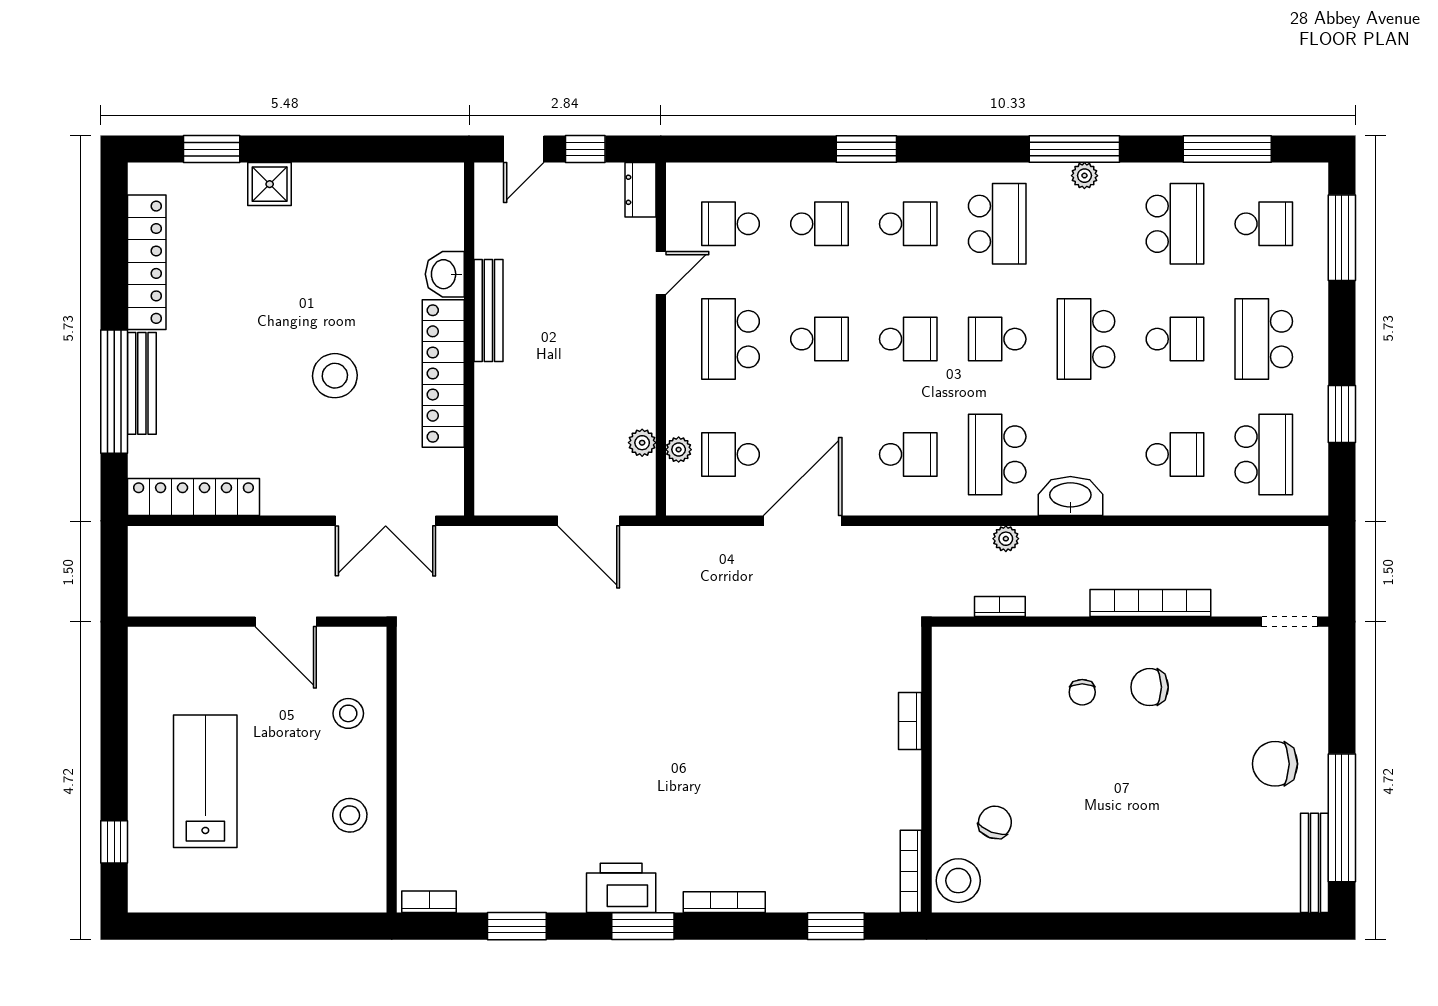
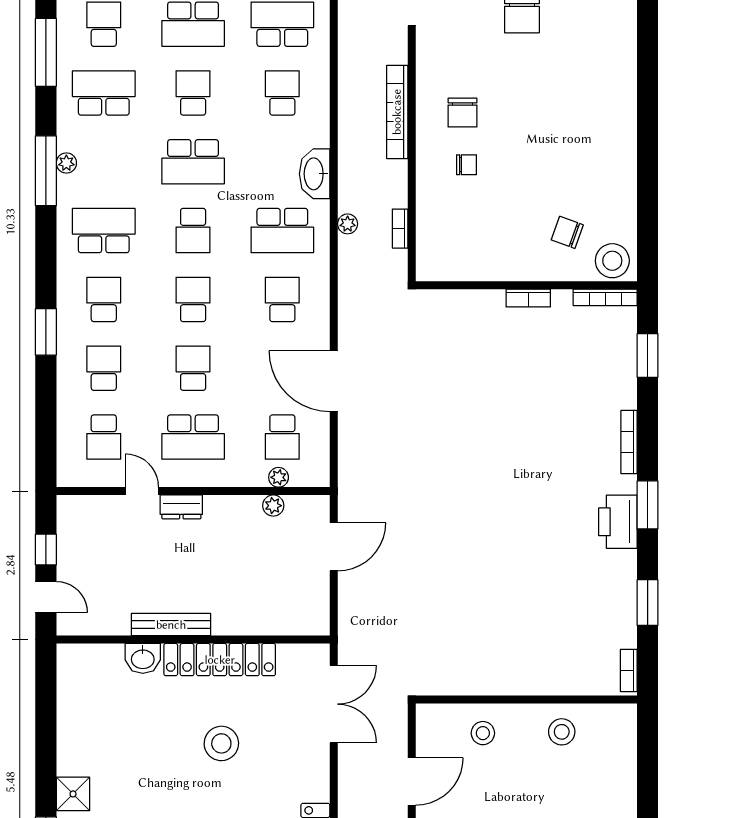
dresser: (640, 190) -> (181, 507), moved
bookcase: (910, 721) -> (528, 298), moved

